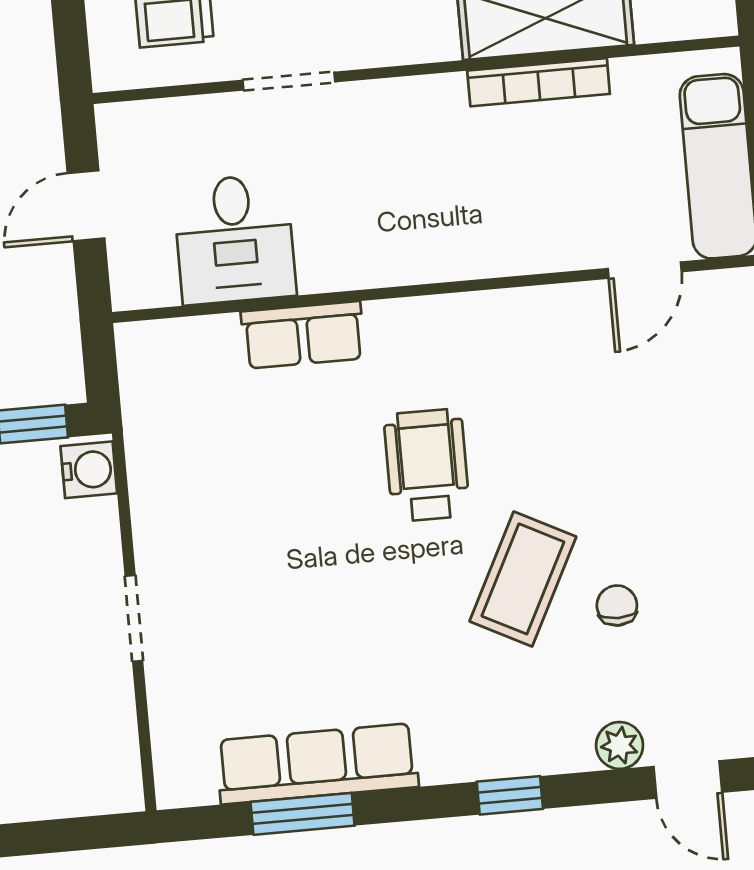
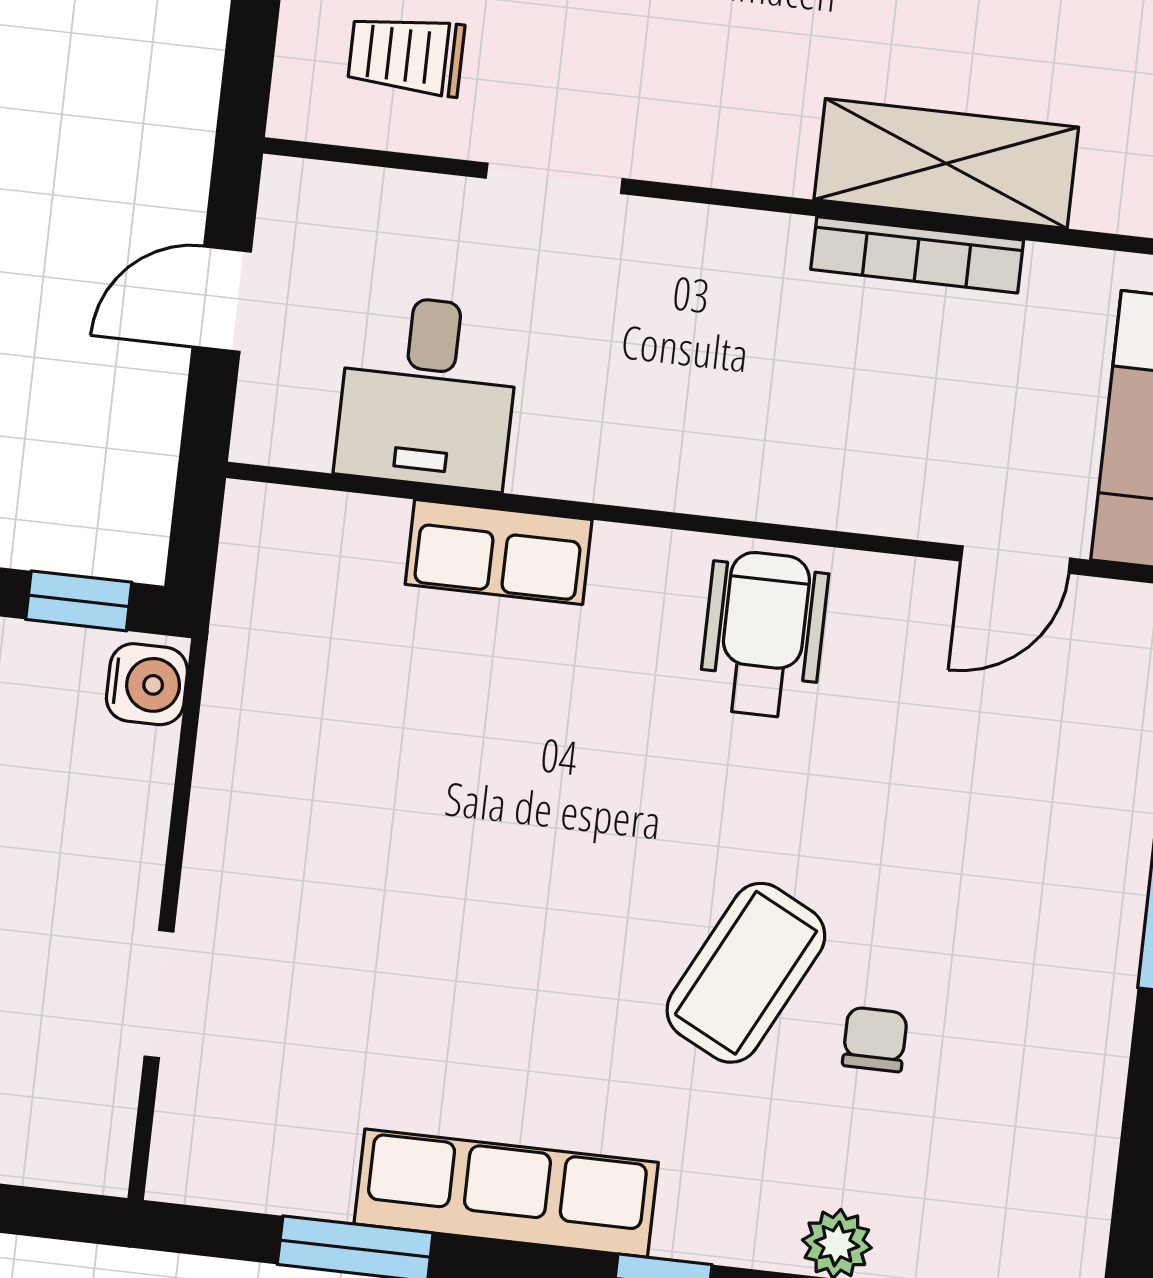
wheelchair: (427, 465) -> (764, 634), moved
doorway: (134, 618) -> (159, 994), moved
row of seats: (317, 764) -> (506, 1193), moved

